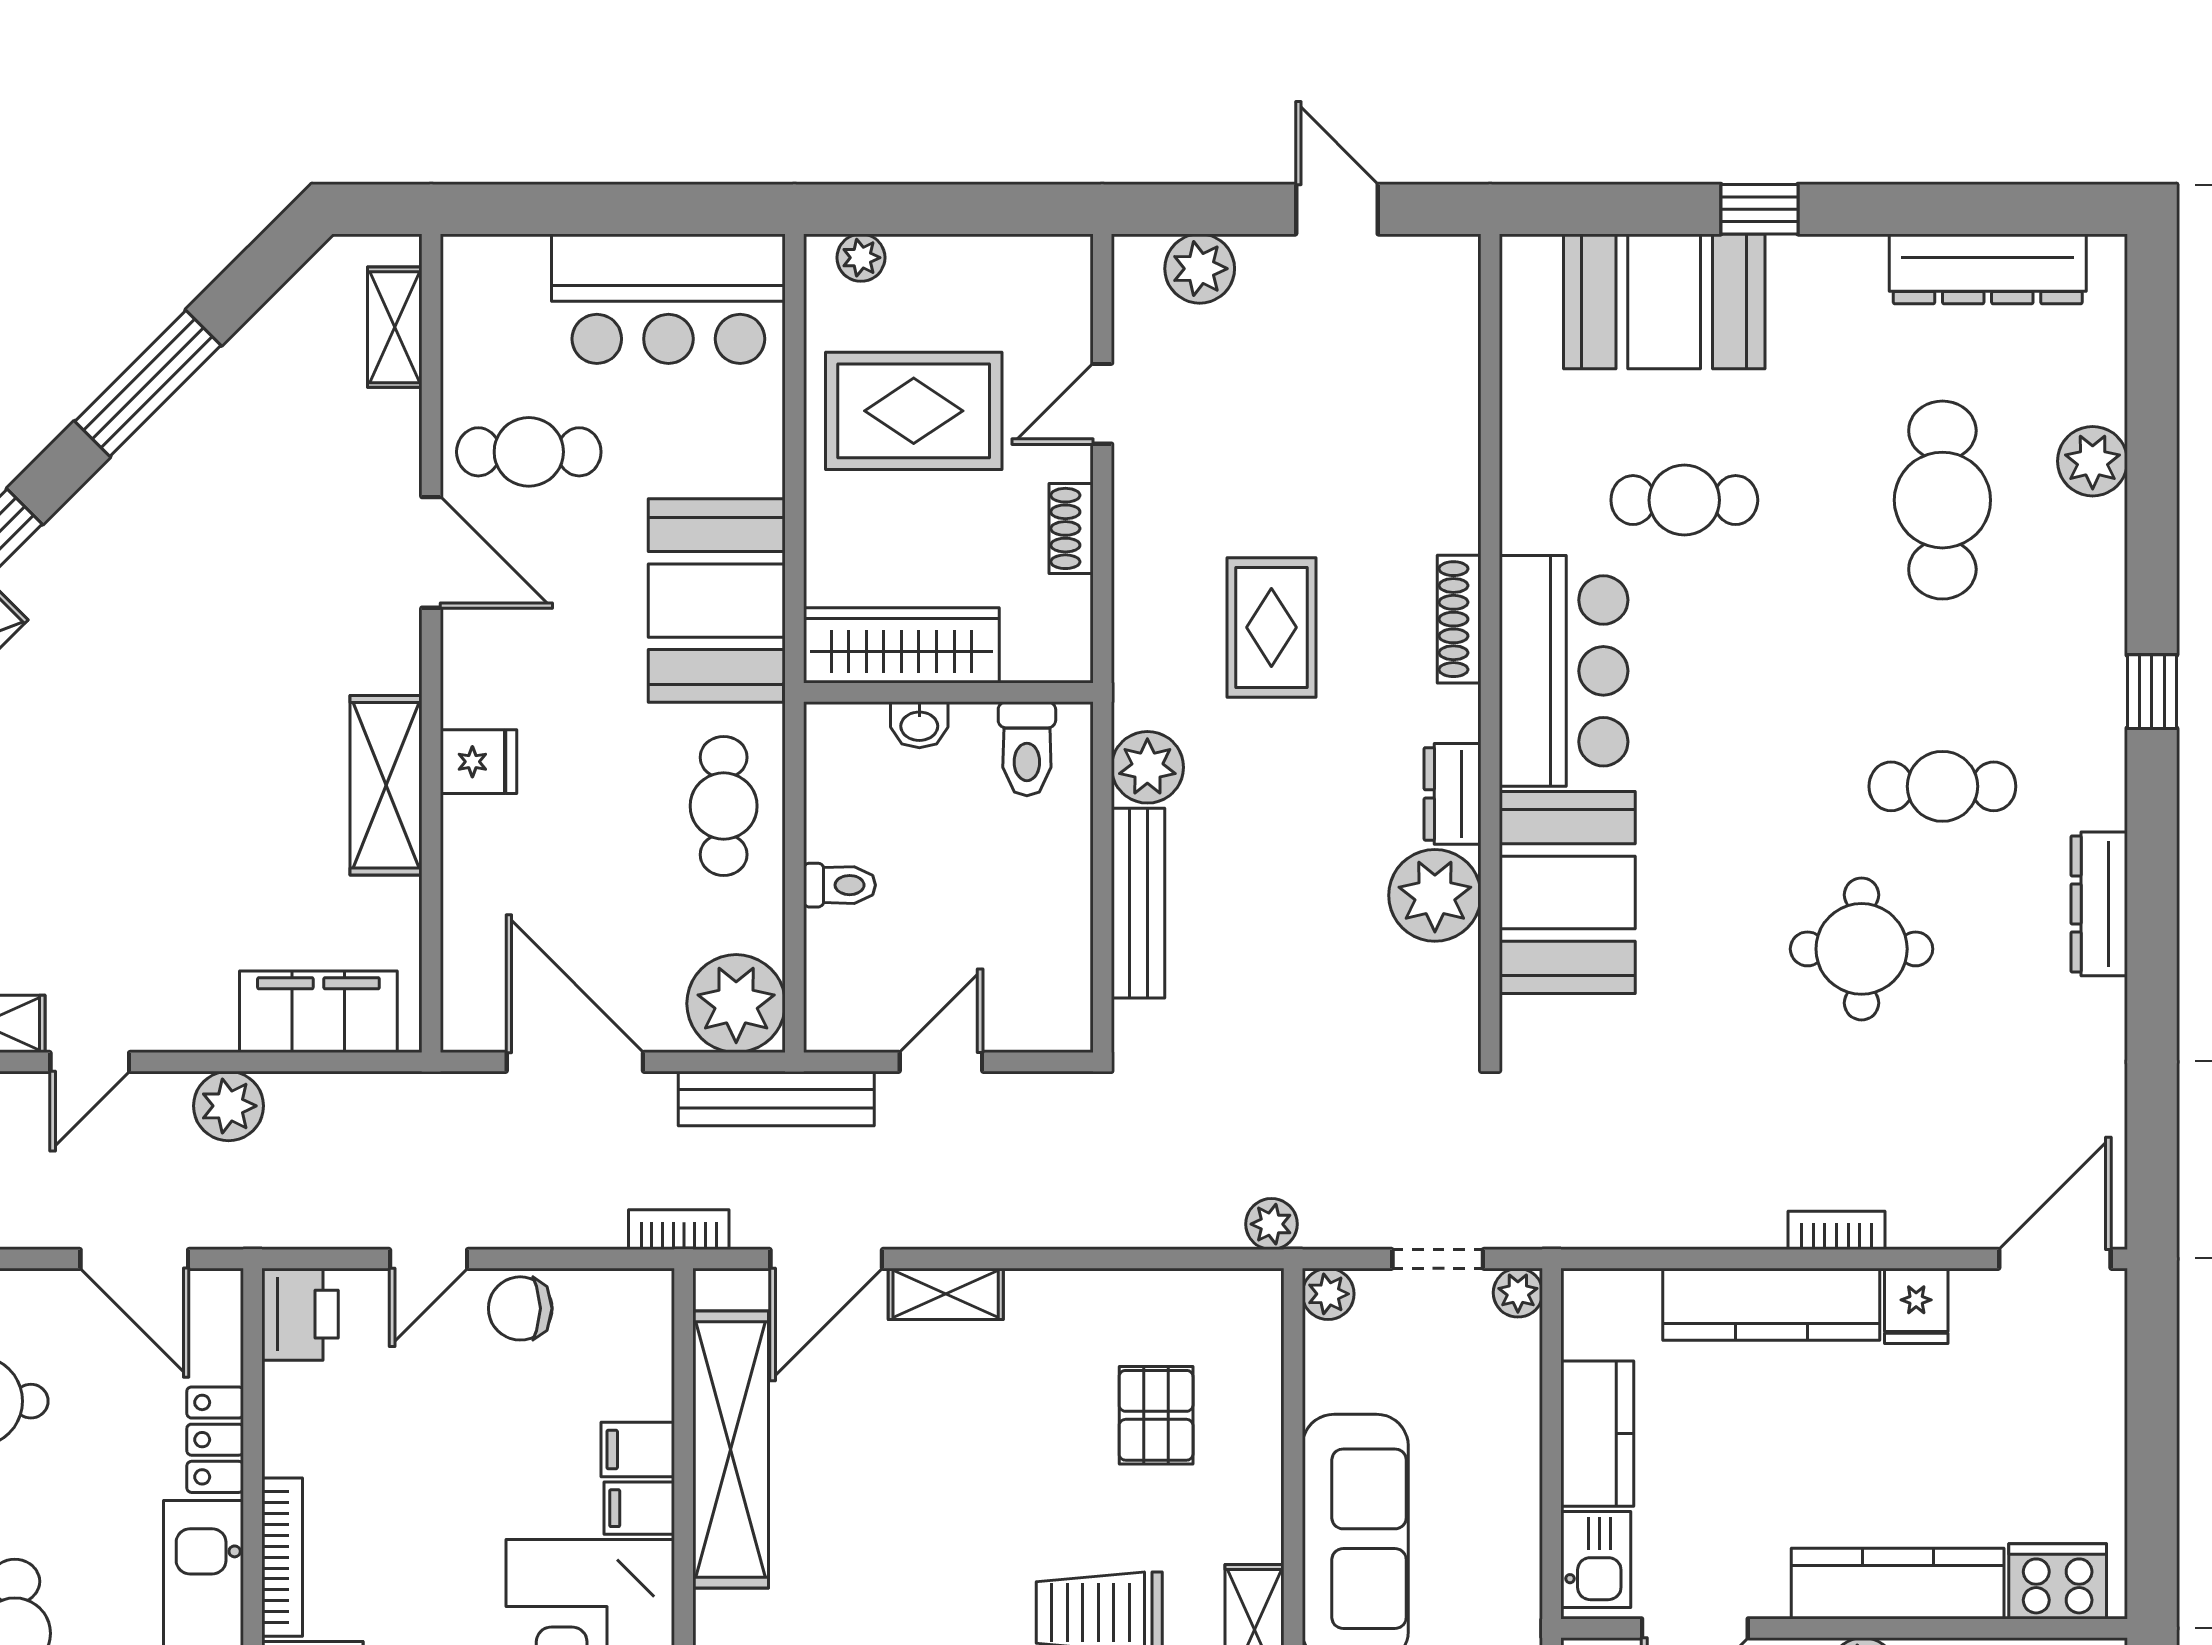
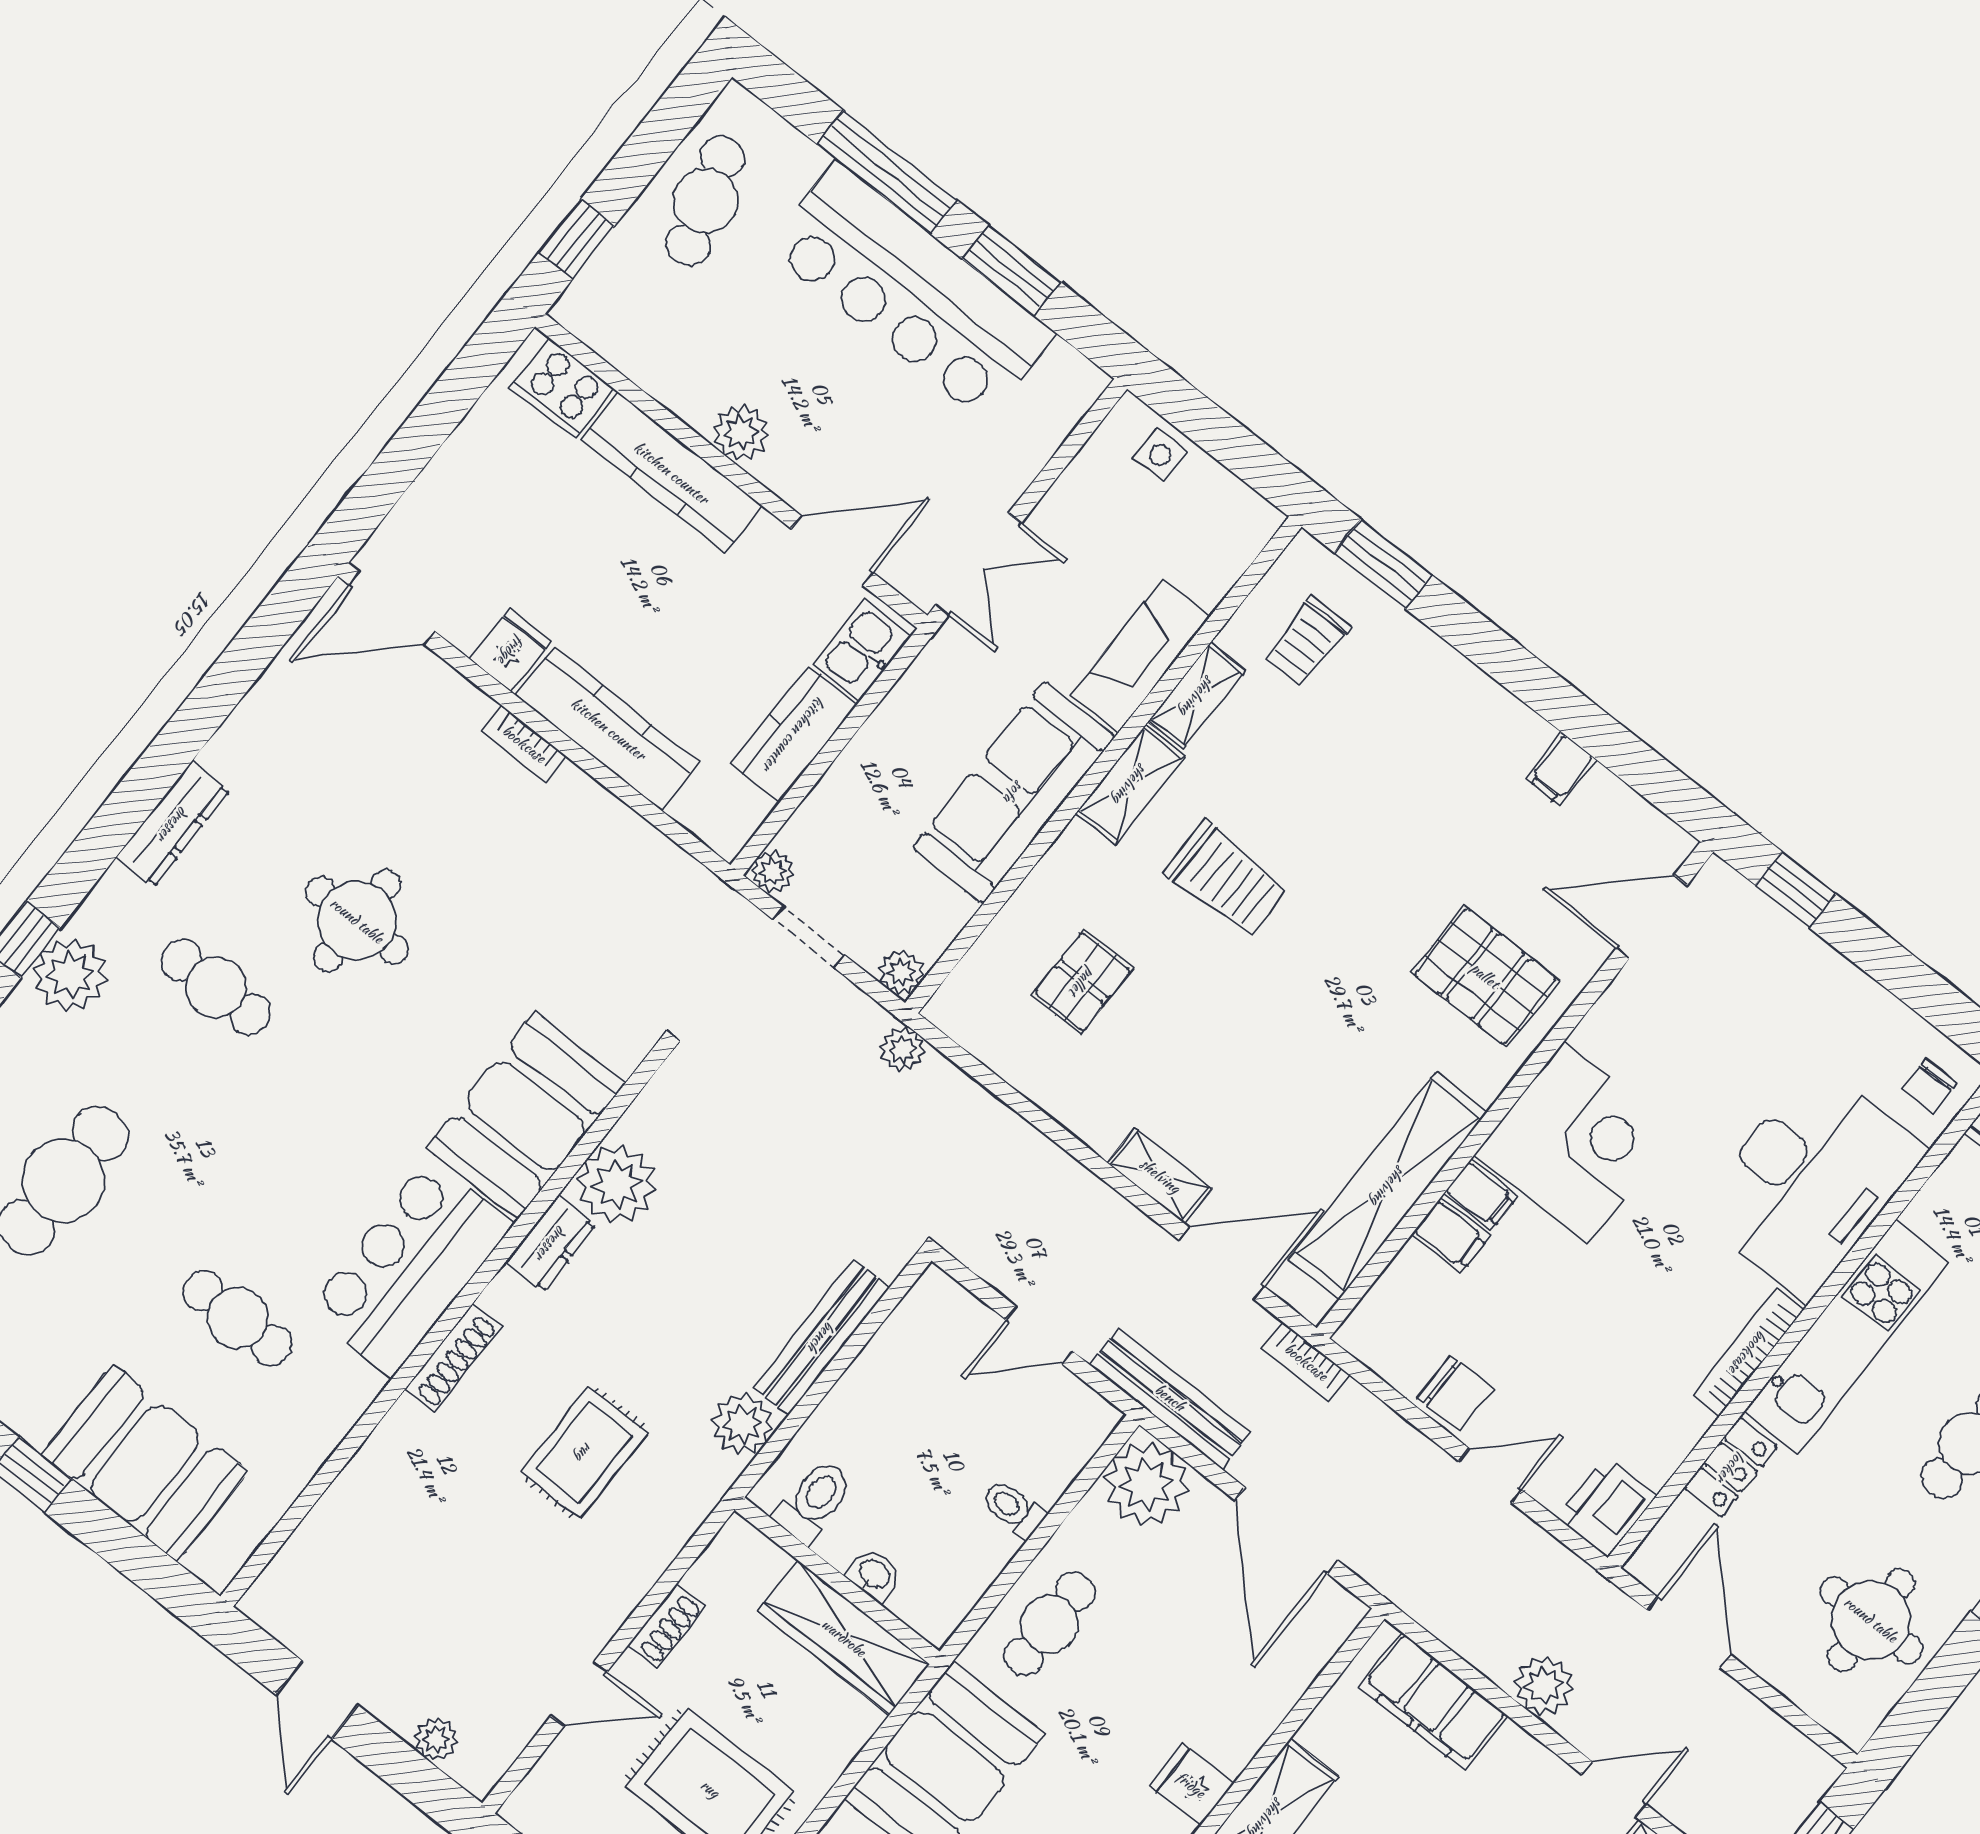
plant: (1200, 269) -> (436, 1739), width x0.73, depth x0.73
plant: (2084, 693) -> (70, 975), added

